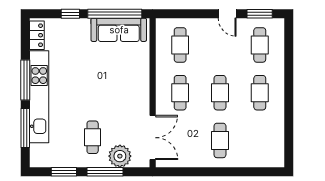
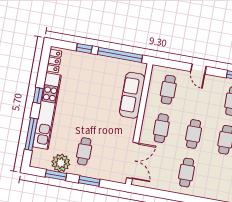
door: (227, 14) -> (198, 69), moved
sofa: (119, 30) -> (132, 95), moved, turned 90
window: (25, 80) -> (38, 95), width x0.46
plant: (120, 156) -> (61, 163), moved
window: (105, 172) -> (89, 181), width x0.69

